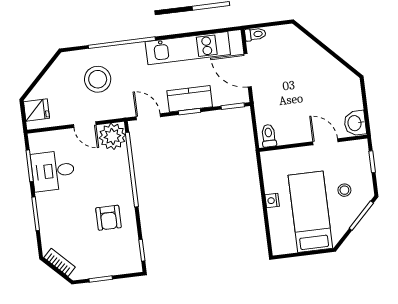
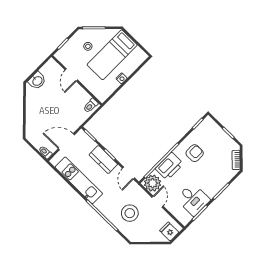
door: (248, 70) -> (66, 142), swing flipped
washbasin: (355, 123) -> (37, 81), moved
printer: (117, 174) -> (169, 166), added

